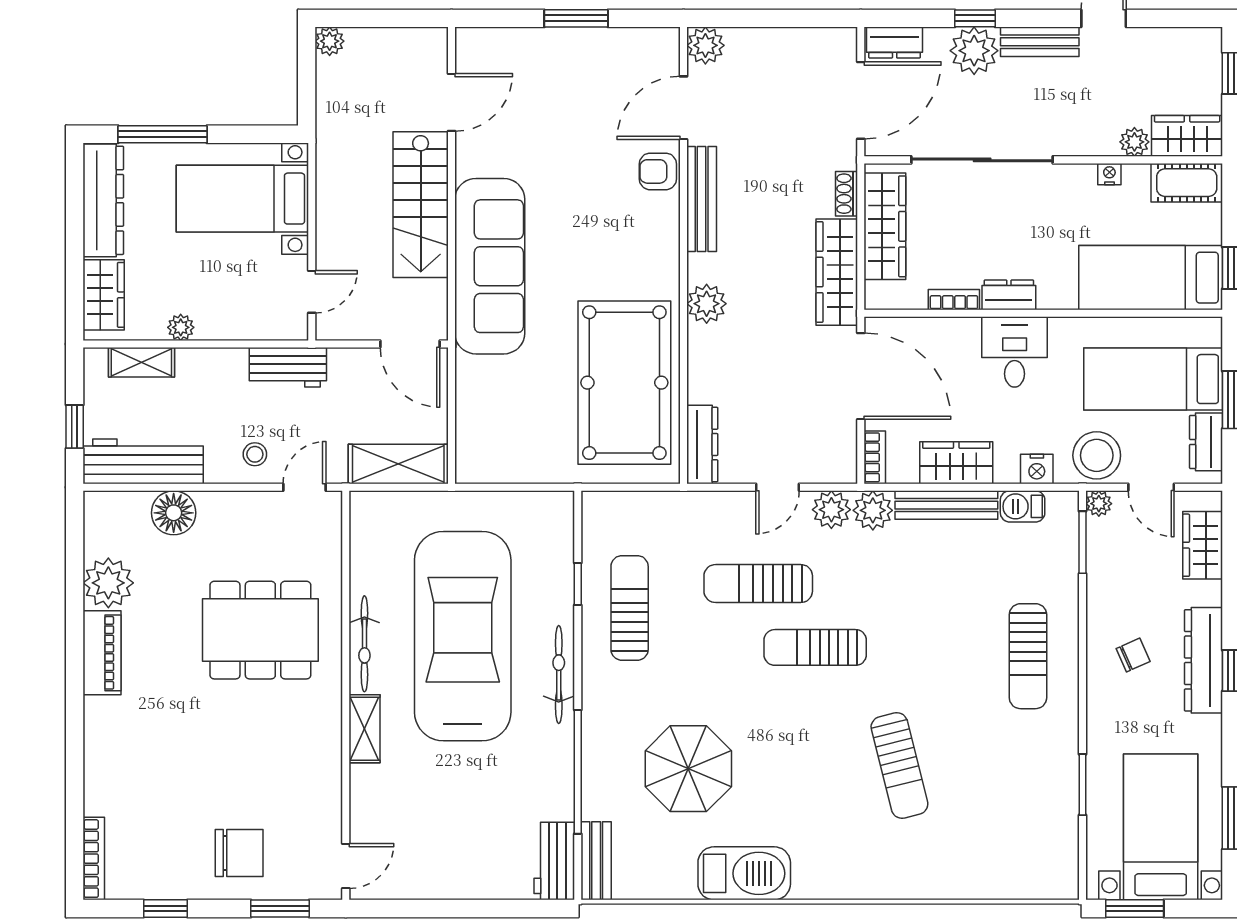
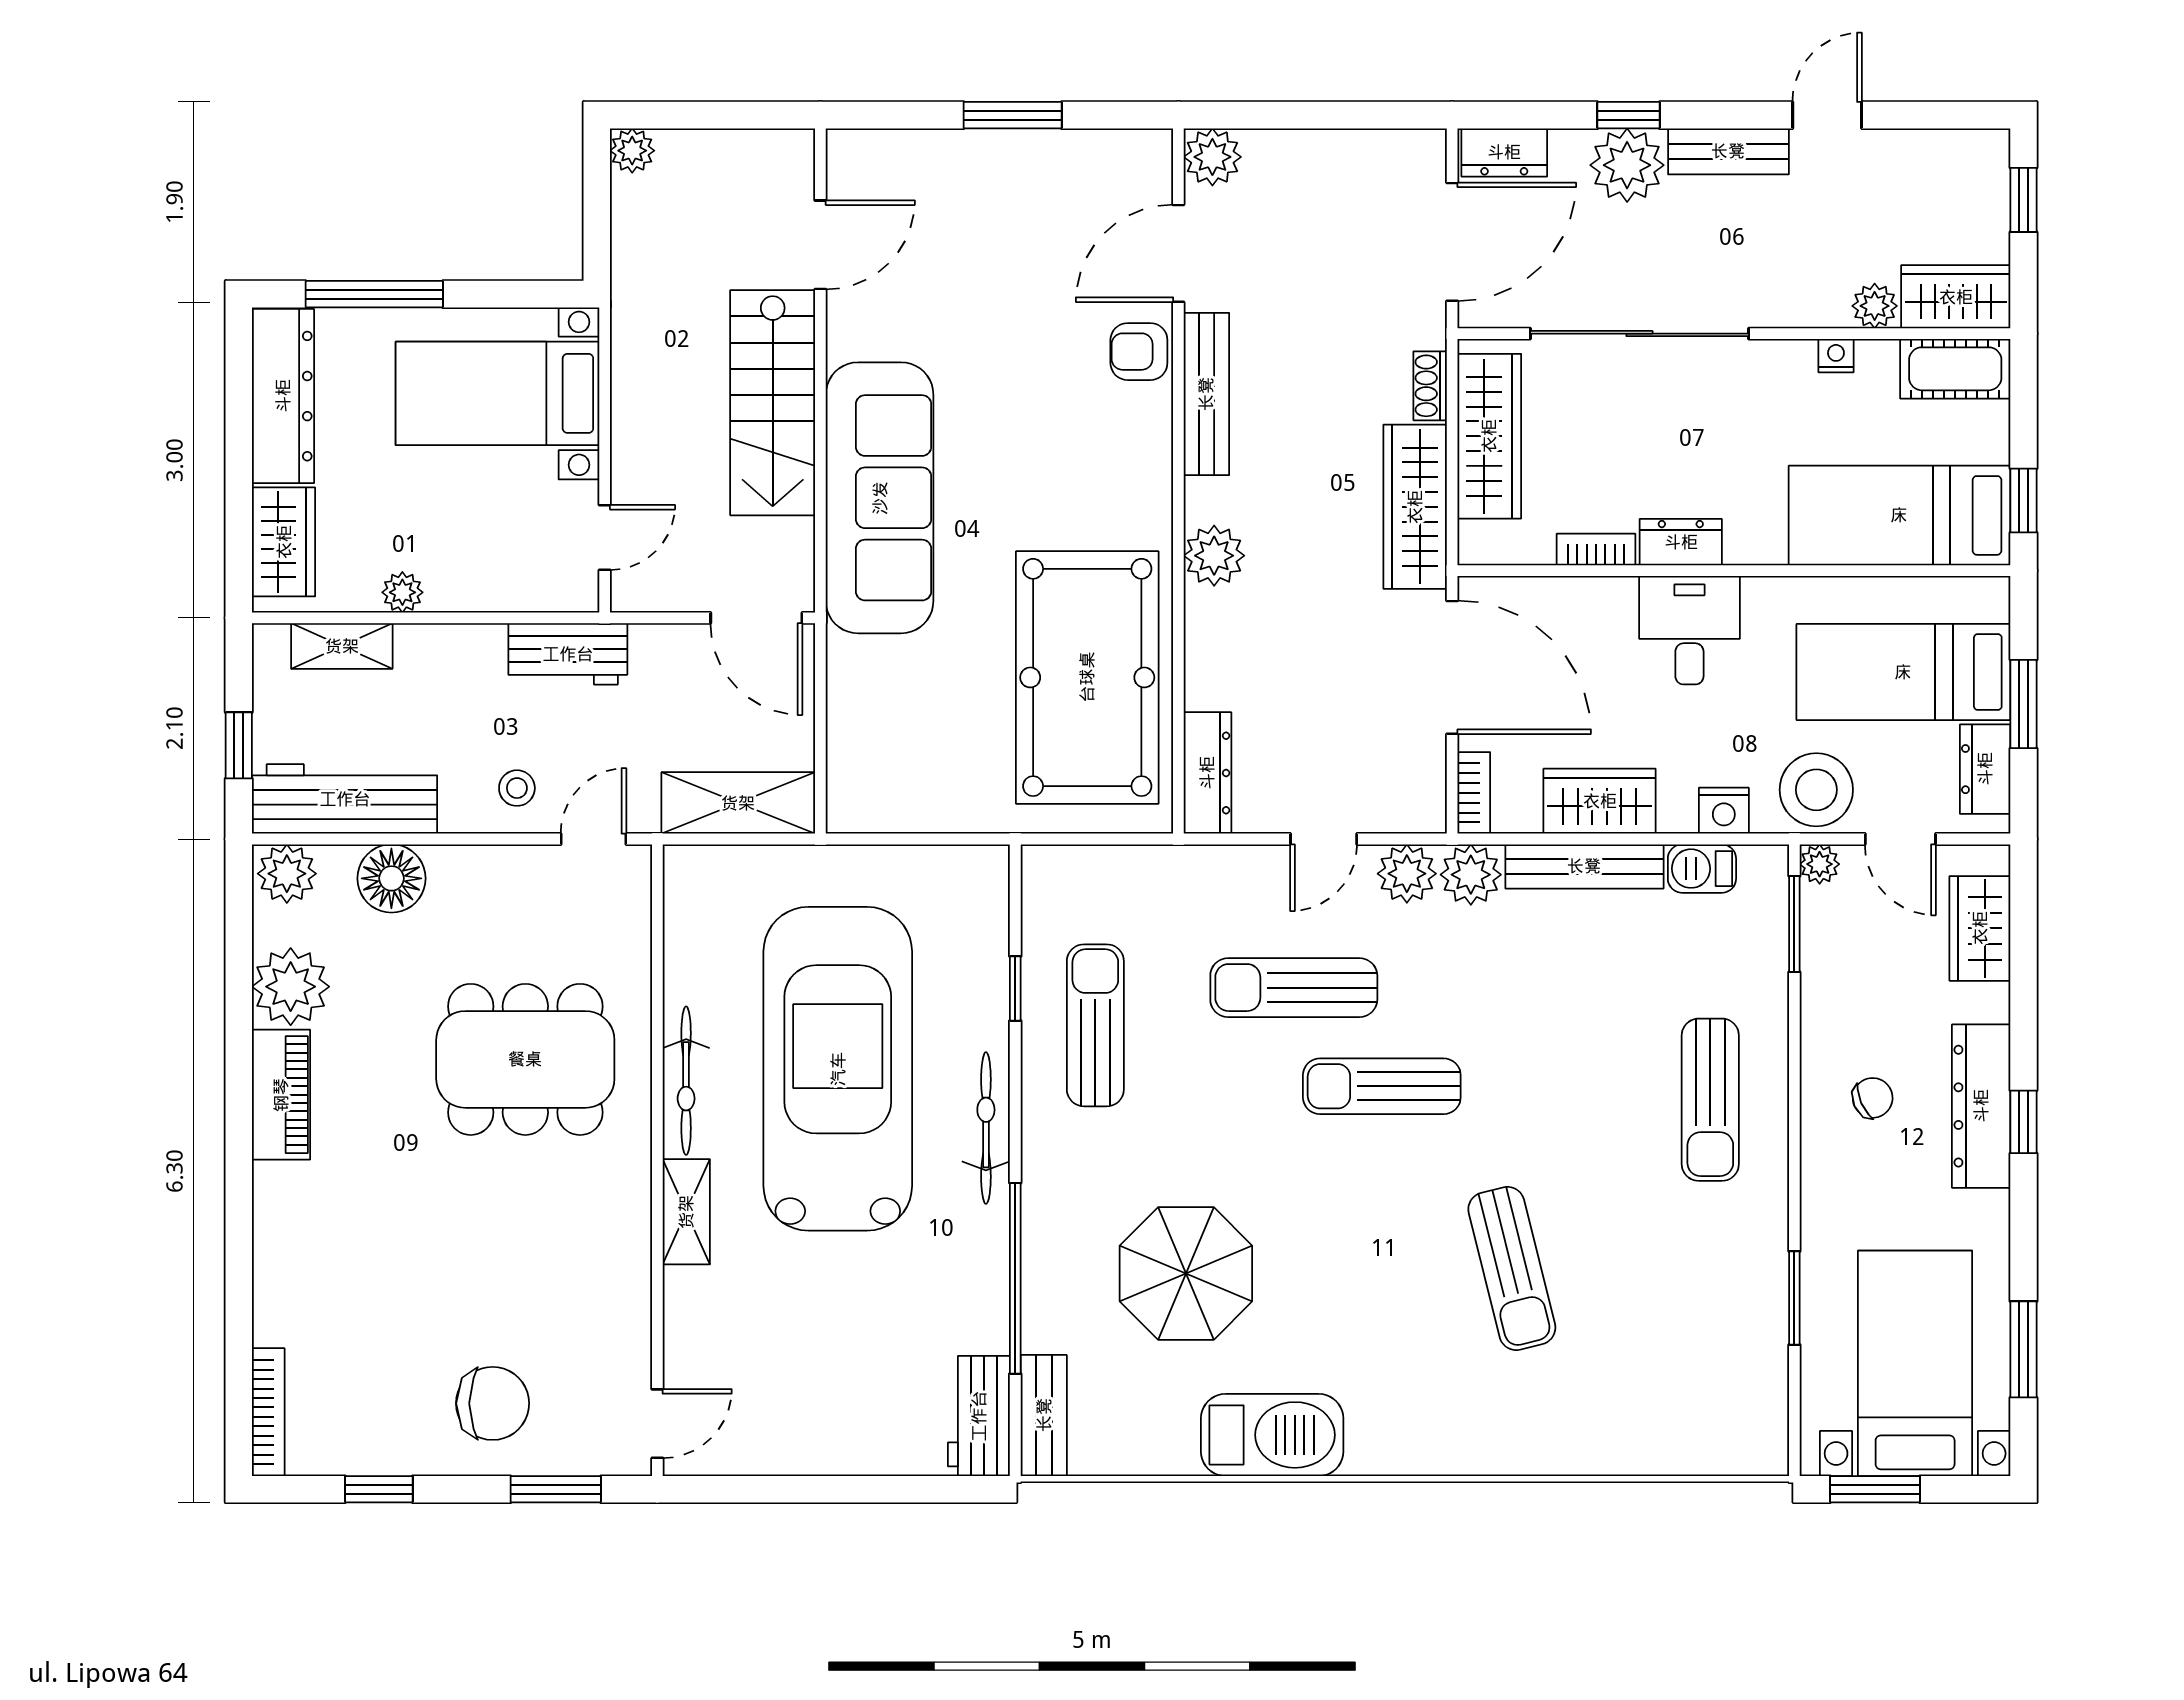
plant: (106, 510) -> (287, 874), added

